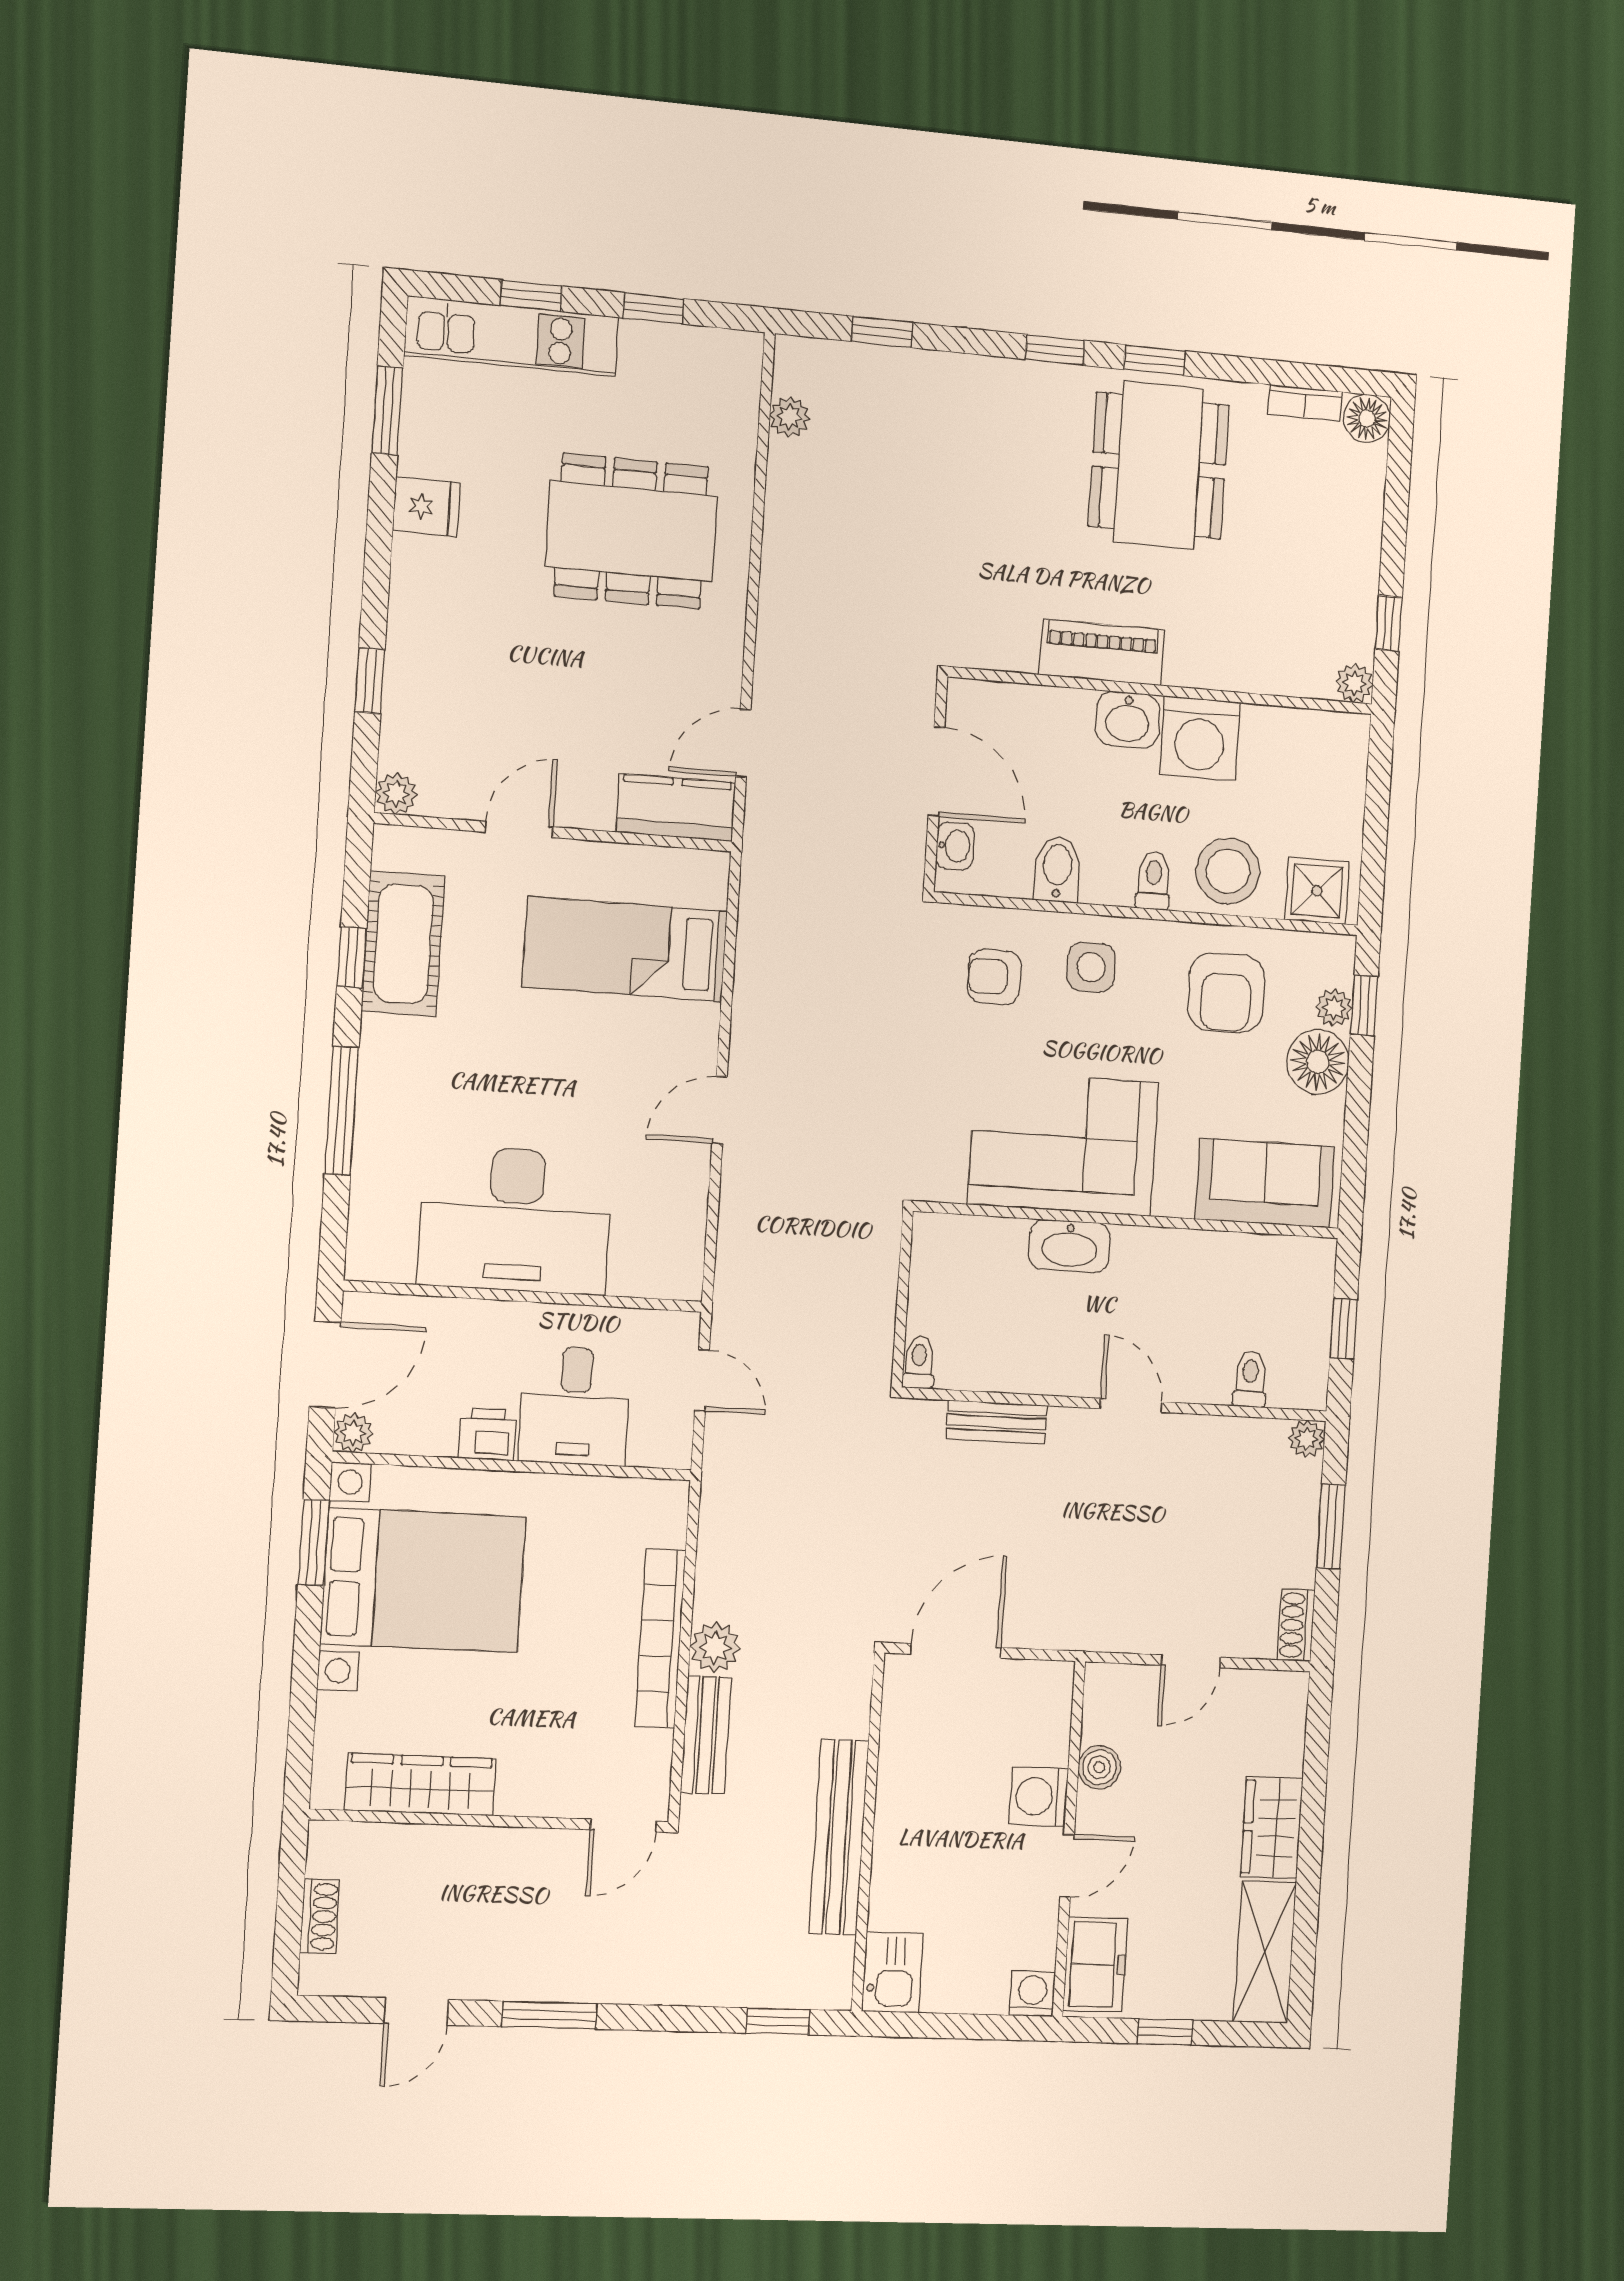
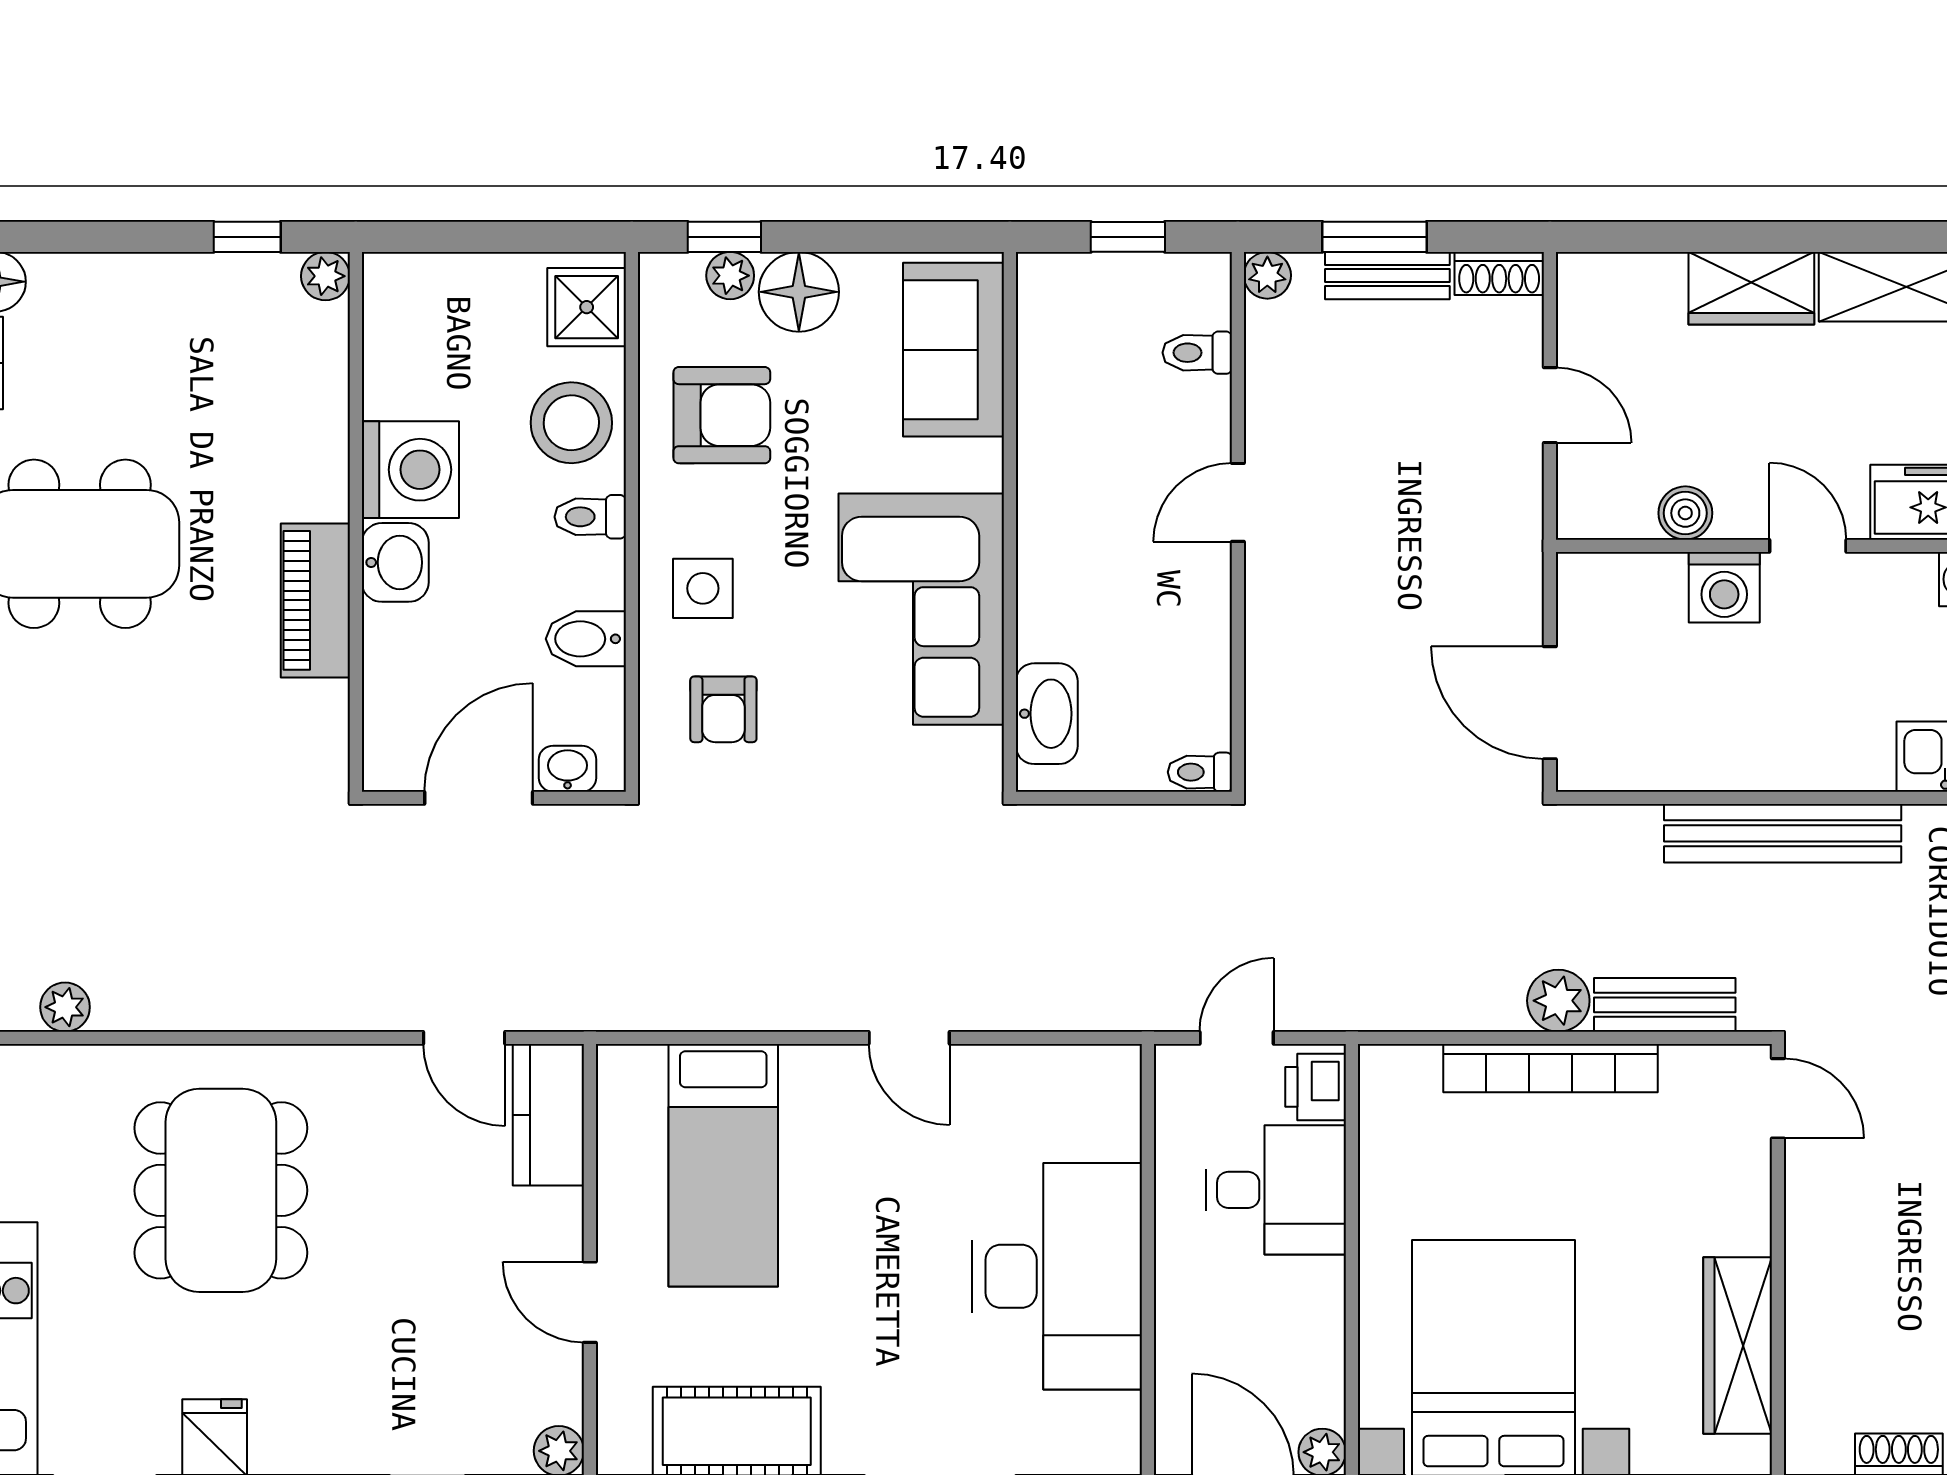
washbasin: (1069, 1246) -> (1047, 714), moved
bench: (997, 1422) -> (1387, 276), moved, turned 90
printer: (487, 1434) -> (1316, 1087), moved

